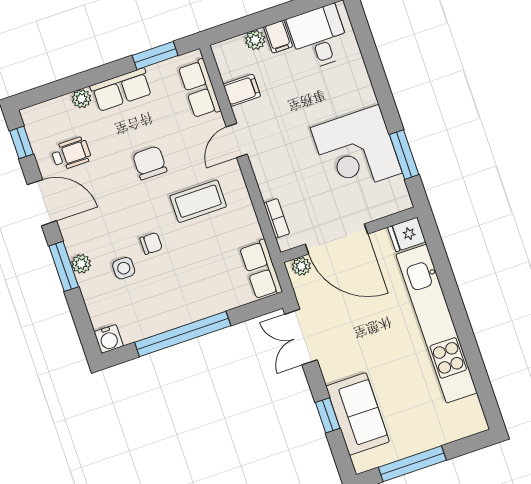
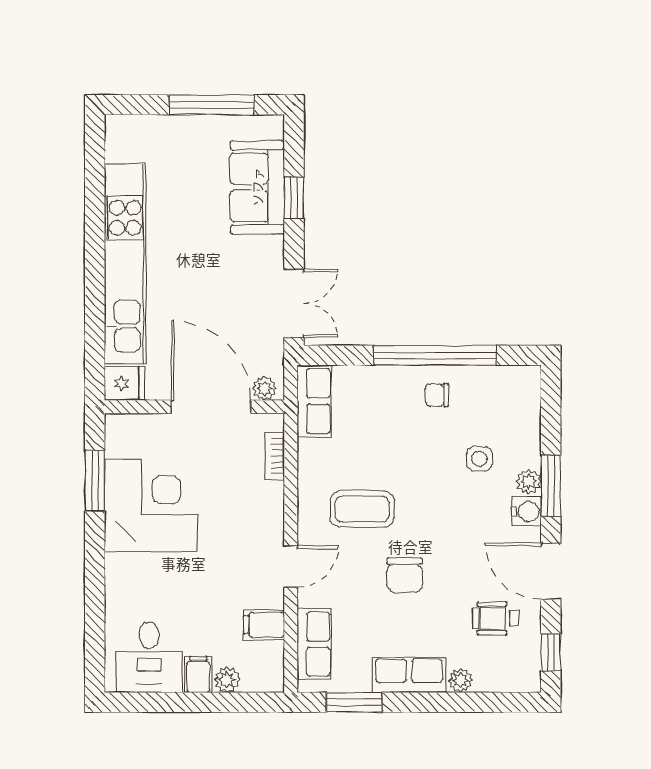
chair: (151, 243) -> (437, 395), moved
water cooler: (109, 339) -> (526, 512), moved, turned 90

